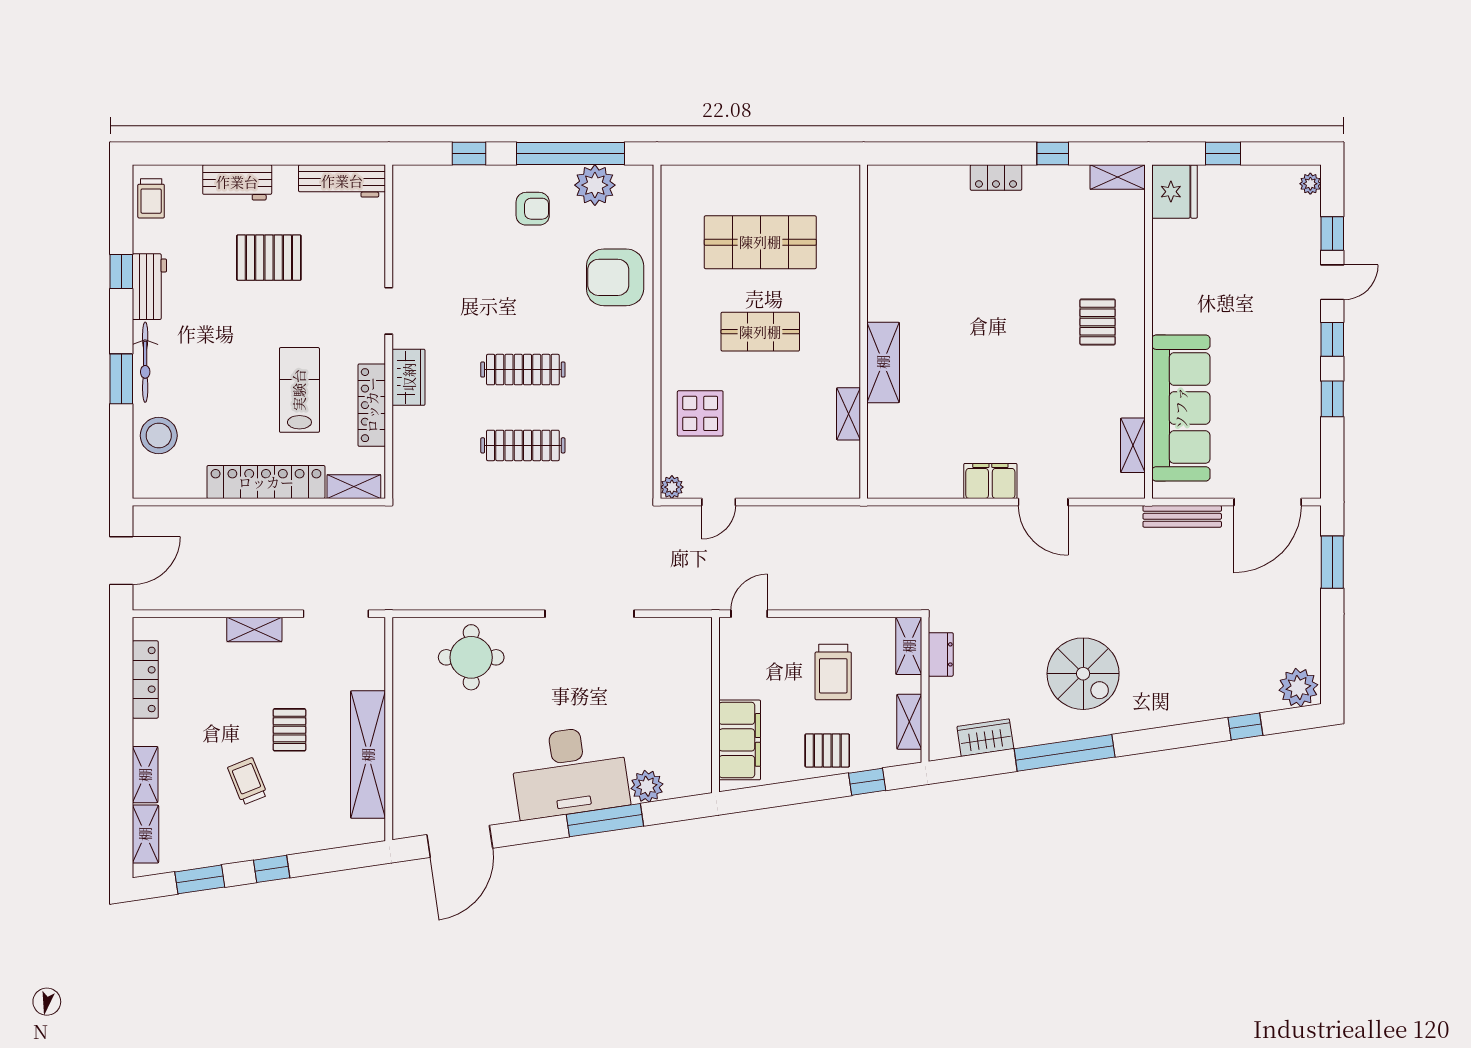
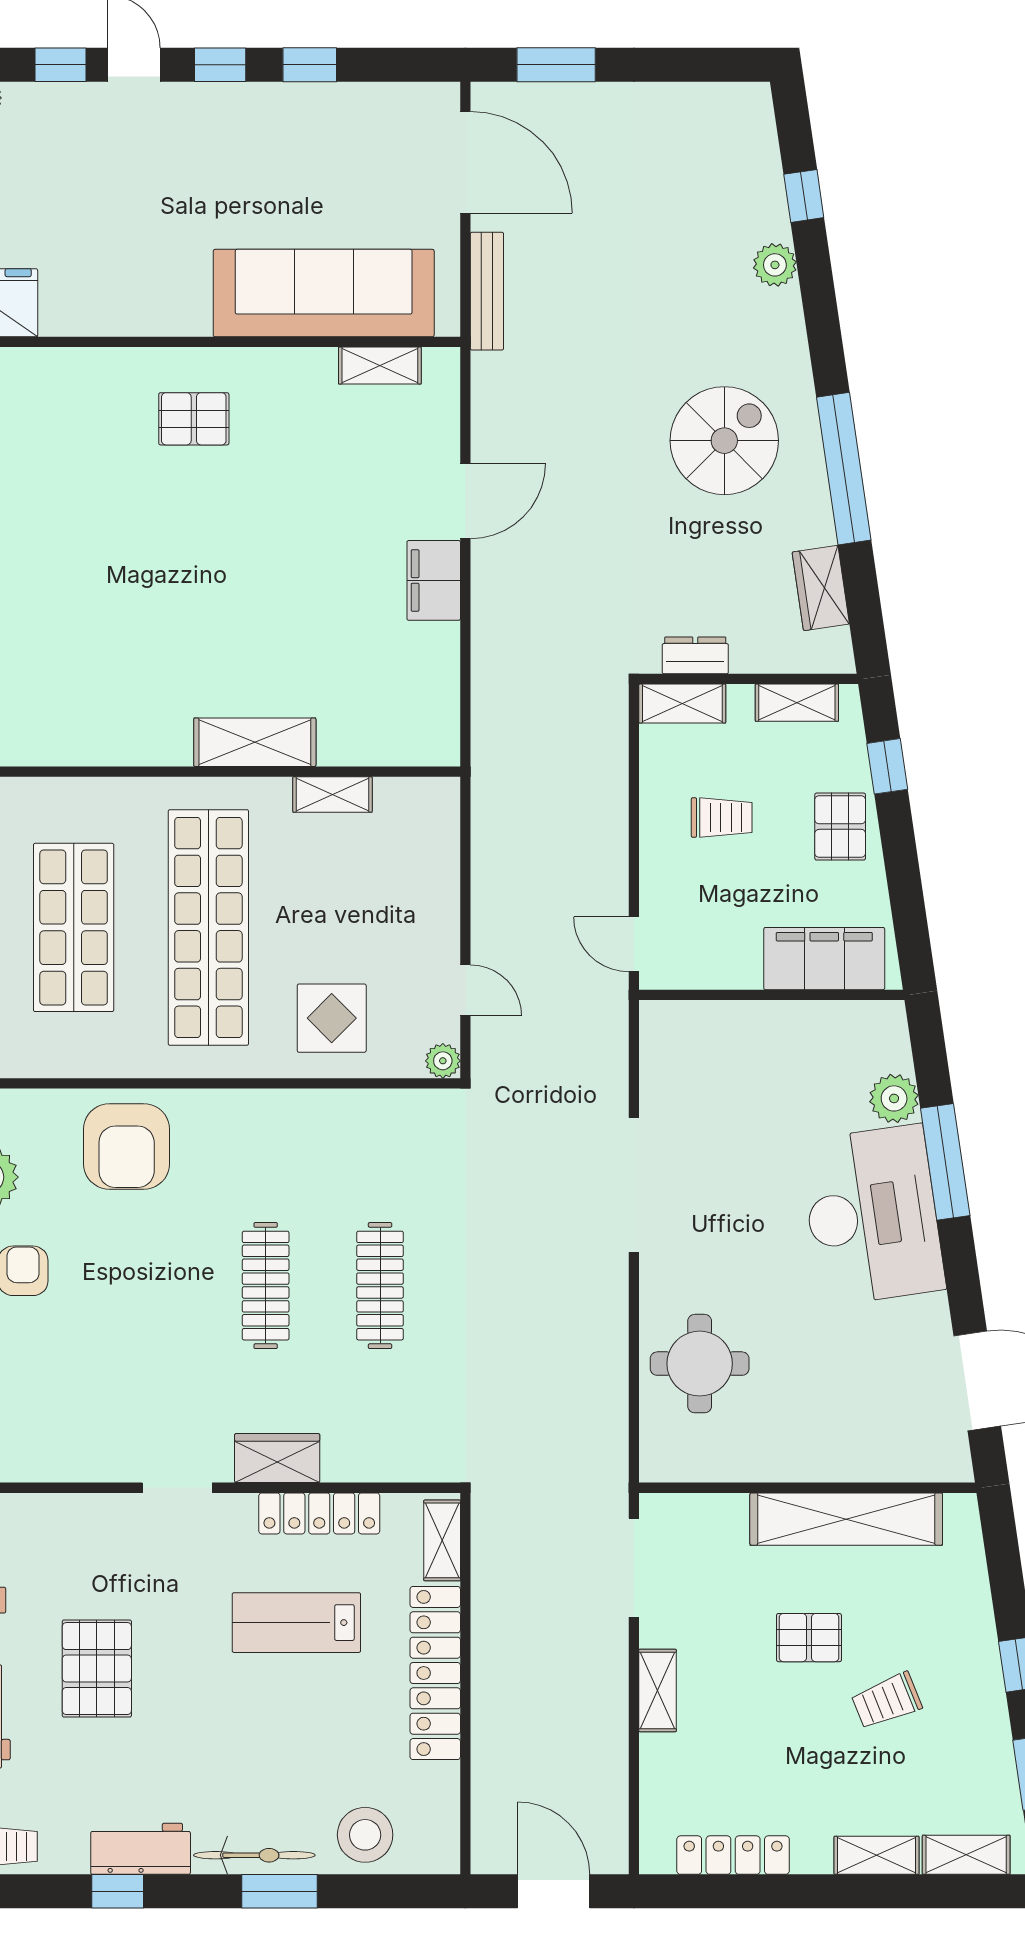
shop shelf: (760, 332) -> (208, 927), width x2.00, depth x1.36
trolley: (833, 672) -> (722, 817), width x0.73, depth x0.72
plant: (1298, 688) -> (775, 265), moved, width x0.73, depth x0.73

